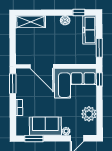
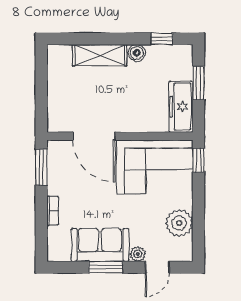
shelving: (30, 22) -> (100, 55), moved
freezer: (89, 30) -> (181, 107), moved
window: (99, 48) -> (198, 83), moved
window: (34, 139) -> (106, 267), moved

